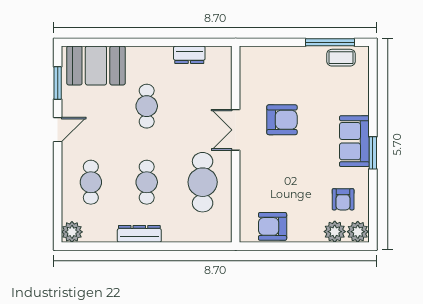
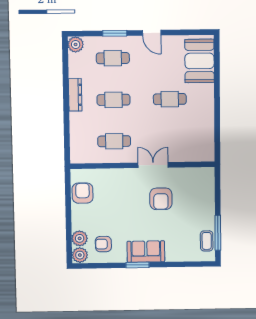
dresser: (189, 55) -> (208, 130), removed
window: (58, 83) -> (115, 33), moved
cafe table: (203, 182) -> (114, 141), width x0.73, depth x0.74

